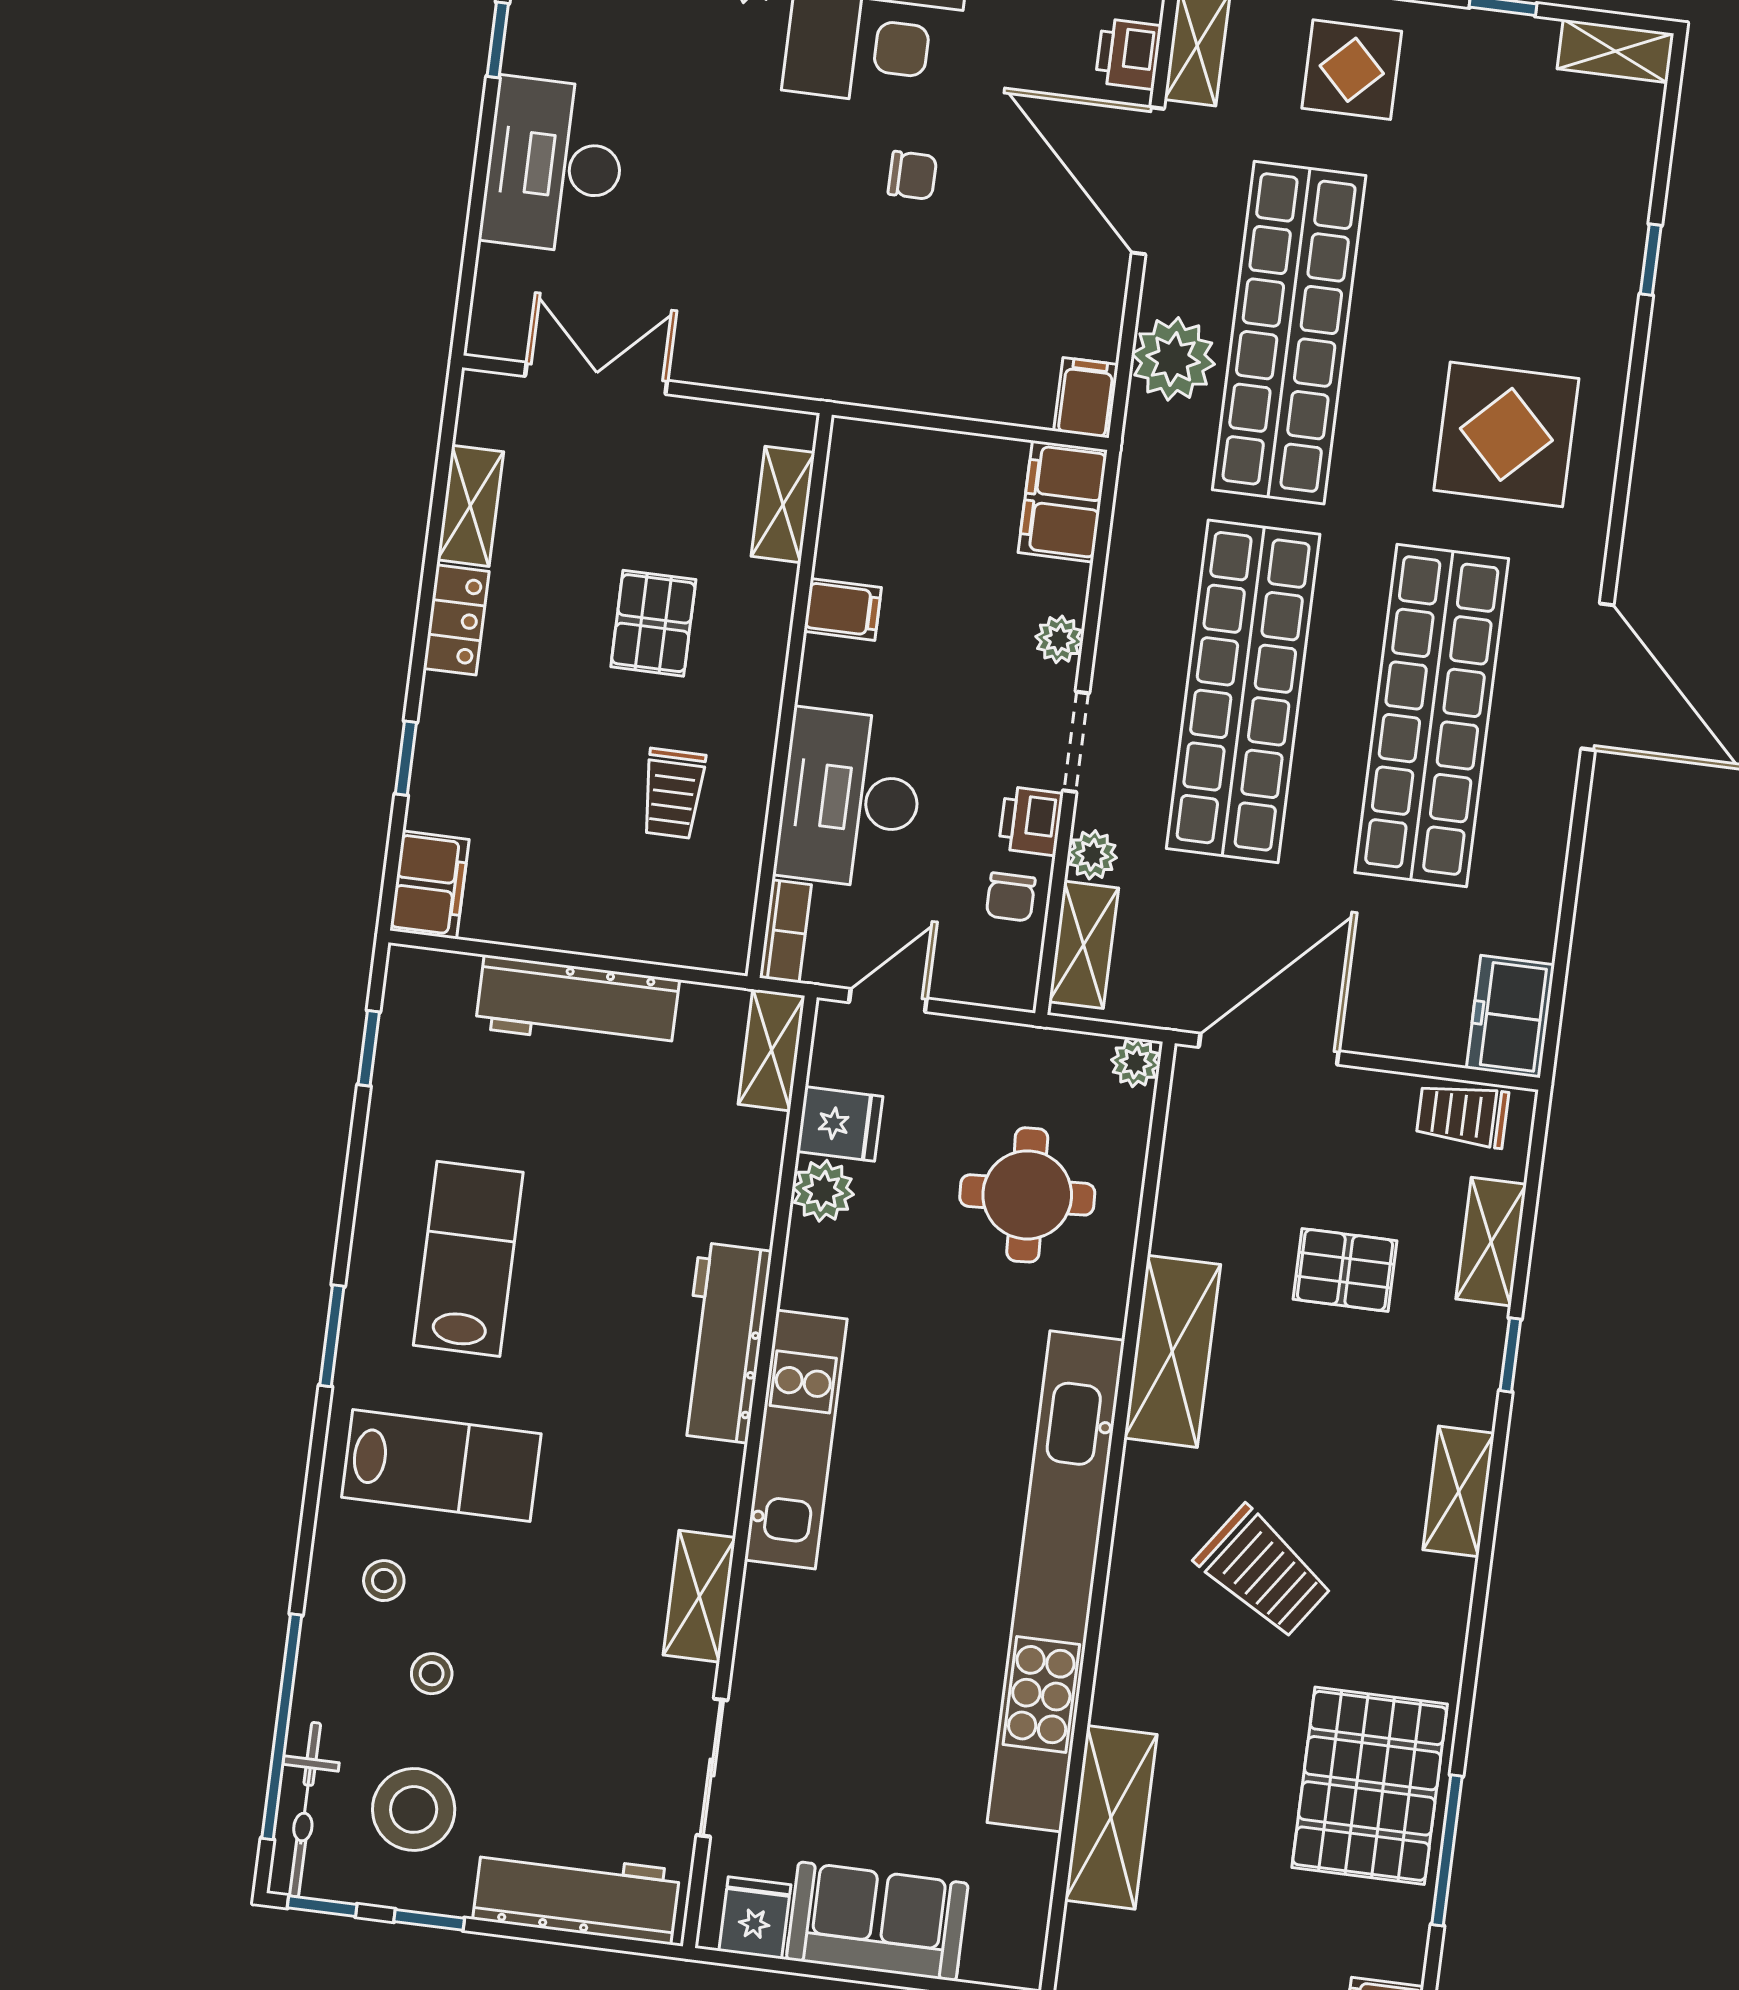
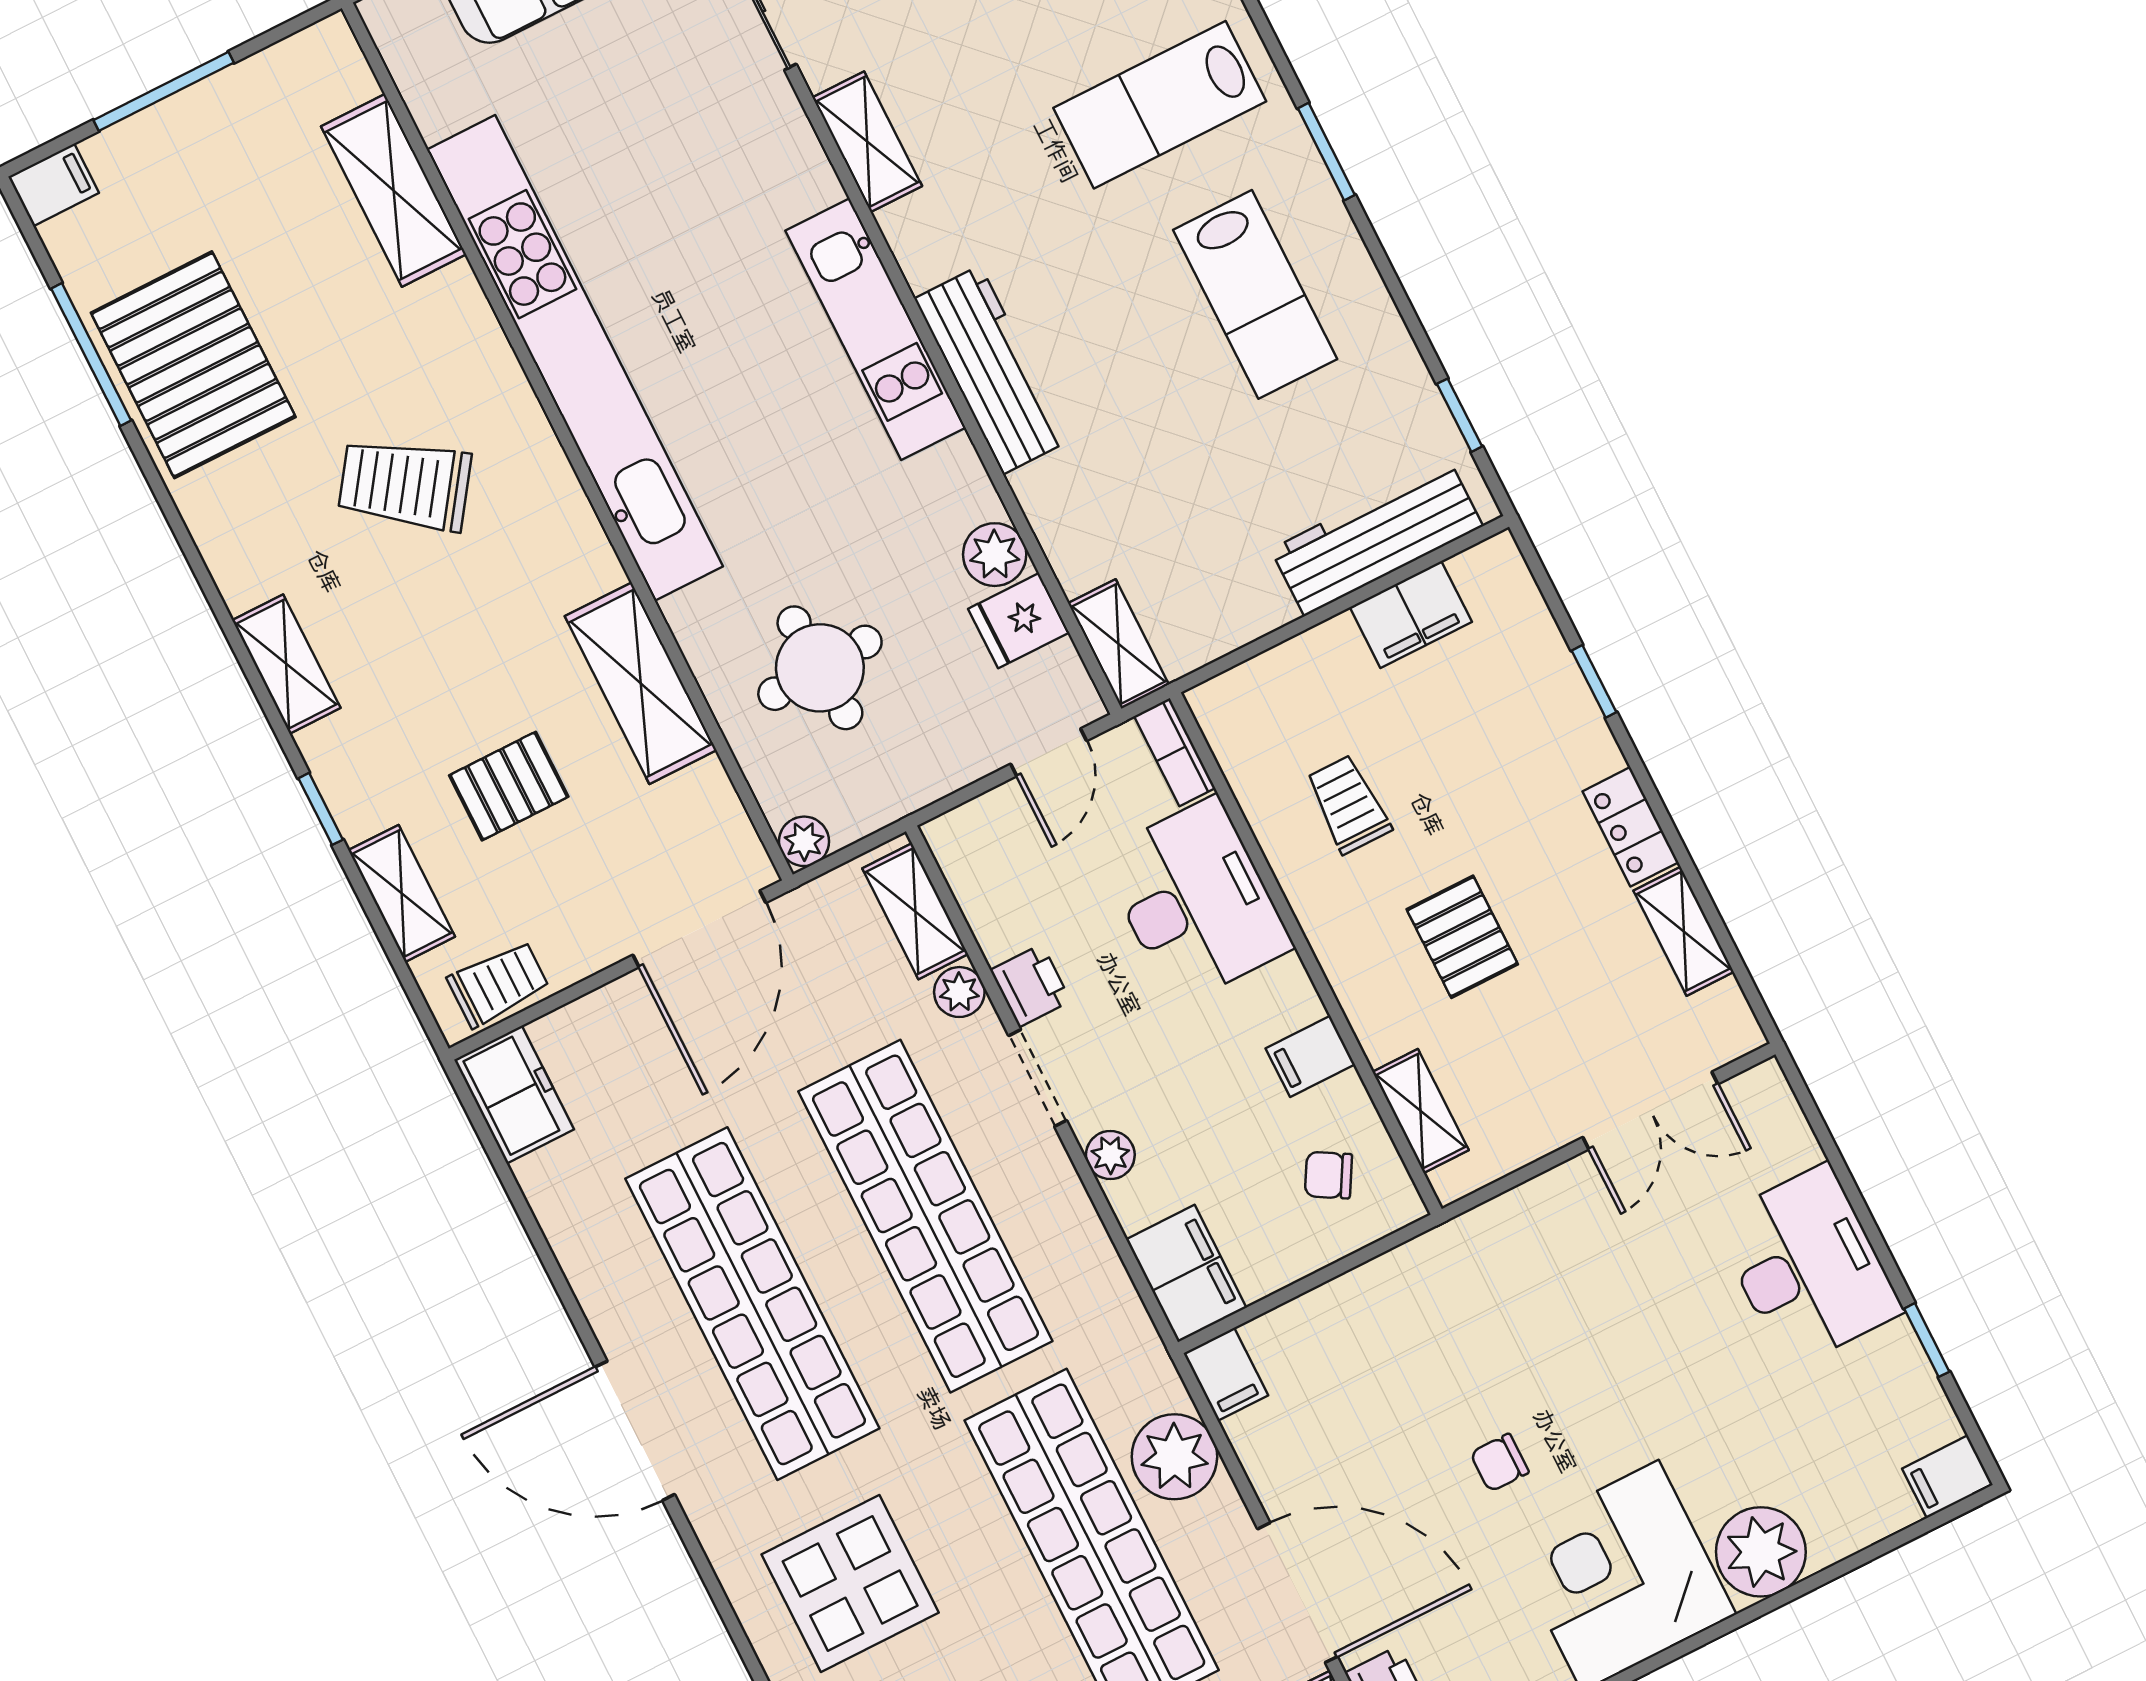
filing cabinet: (429, 885) -> (1411, 615), moved, turned -90
chair: (1011, 897) -> (1328, 1175), moved, turned -60
workbench: (577, 1004) -> (1377, 538), moved
shelving: (1172, 1351) -> (641, 683), moved

